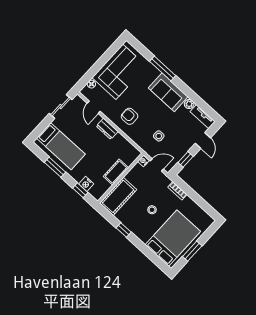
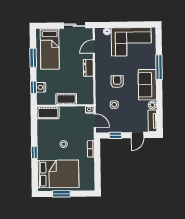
armchair: (130, 116) -> (117, 82), moved
cot: (118, 196) -> (48, 113), width x0.73, depth x0.75
window: (124, 230) -> (34, 152), moved

